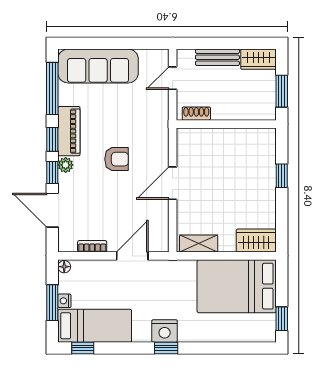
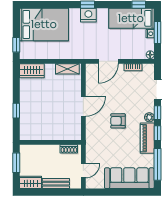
bed: (237, 286) -> (44, 24), moved
window: (282, 319) -> (16, 45), moved

